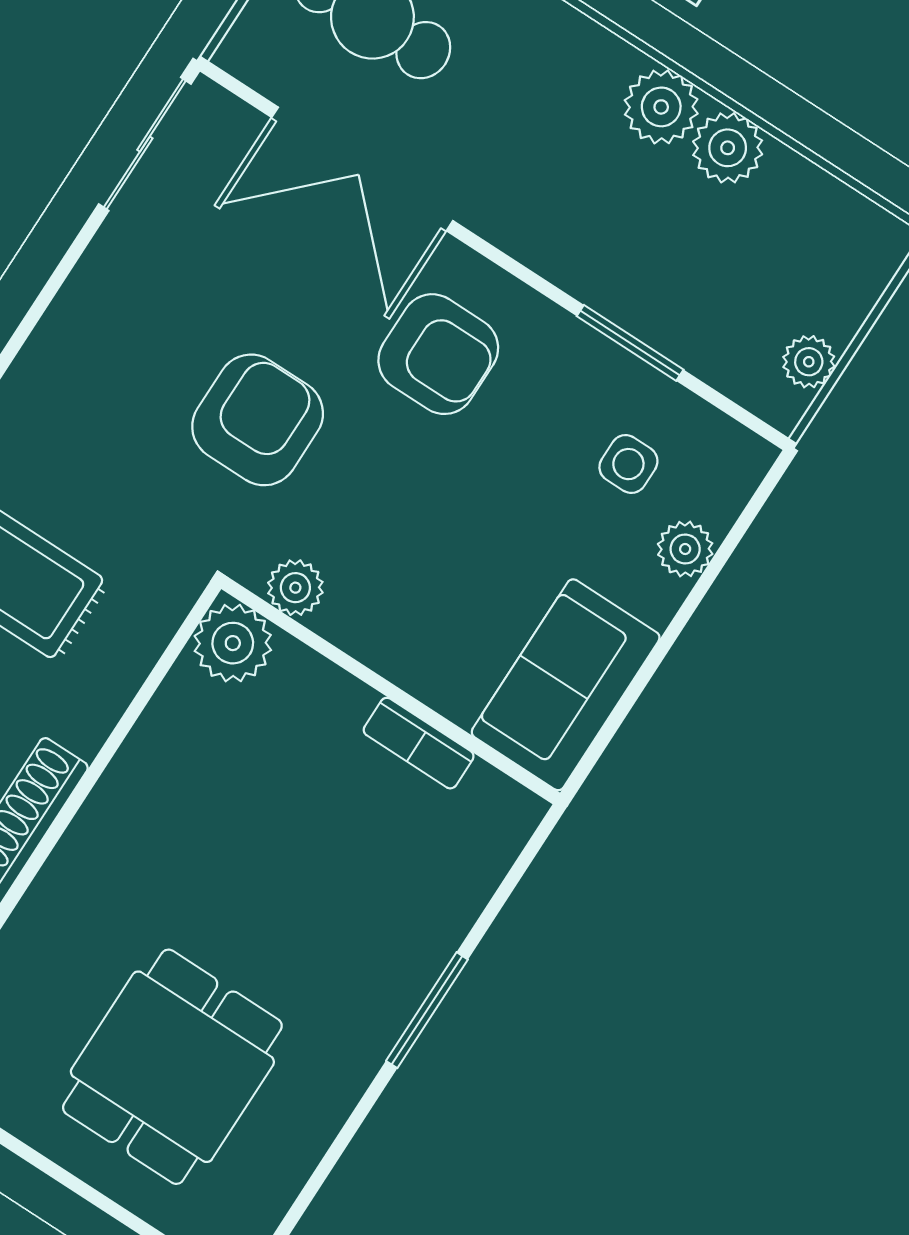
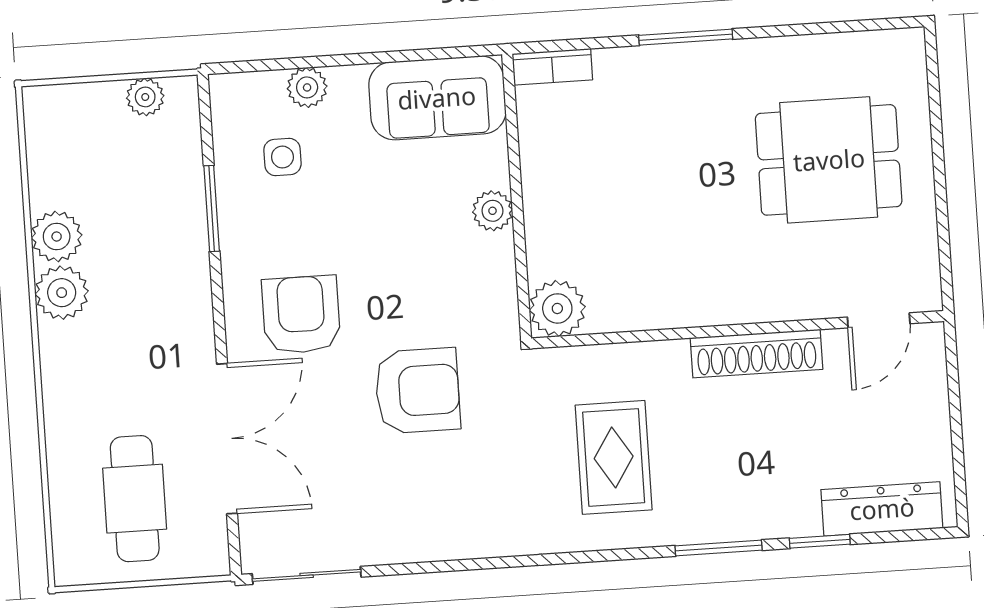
armchair: (258, 420) -> (417, 391), turned 180
plant: (295, 588) -> (492, 211), moved
bookcase: (419, 743) -> (552, 67), moved, turned 90

